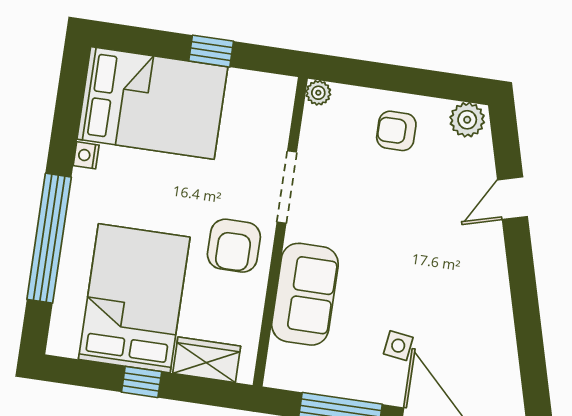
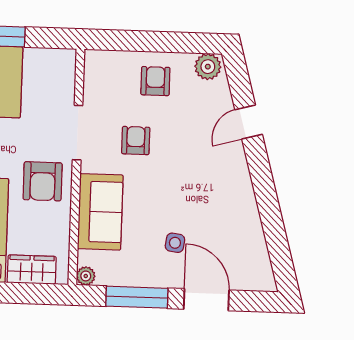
plant: (318, 93) -> (86, 276), moved
armchair: (396, 131) -> (155, 81), turned 90
armchair: (362, 206) -> (136, 141), added

